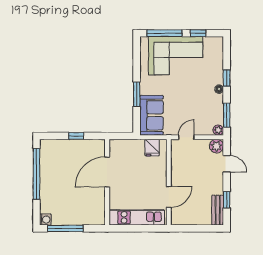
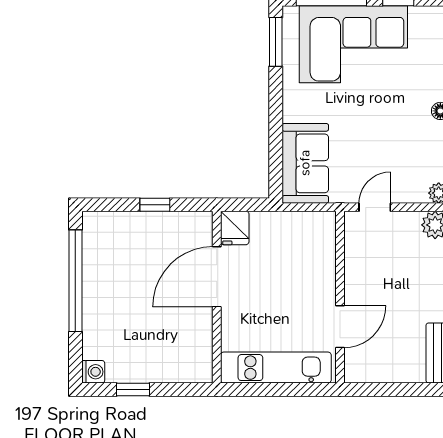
window: (137, 94) -> (276, 42), moved
fridge: (152, 148) -> (235, 228), moved
window: (65, 228) -> (133, 390), width x0.46

